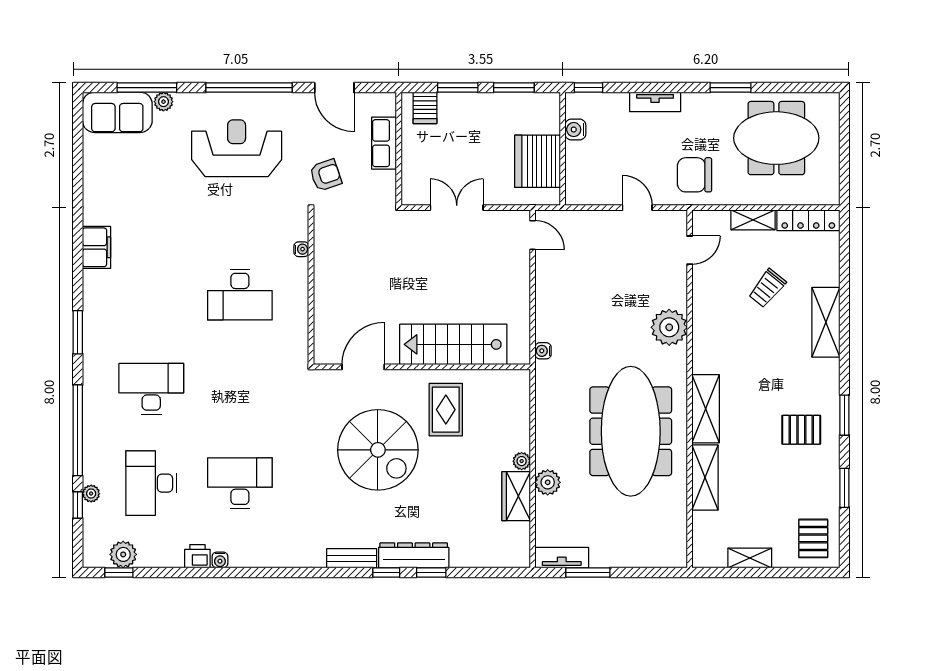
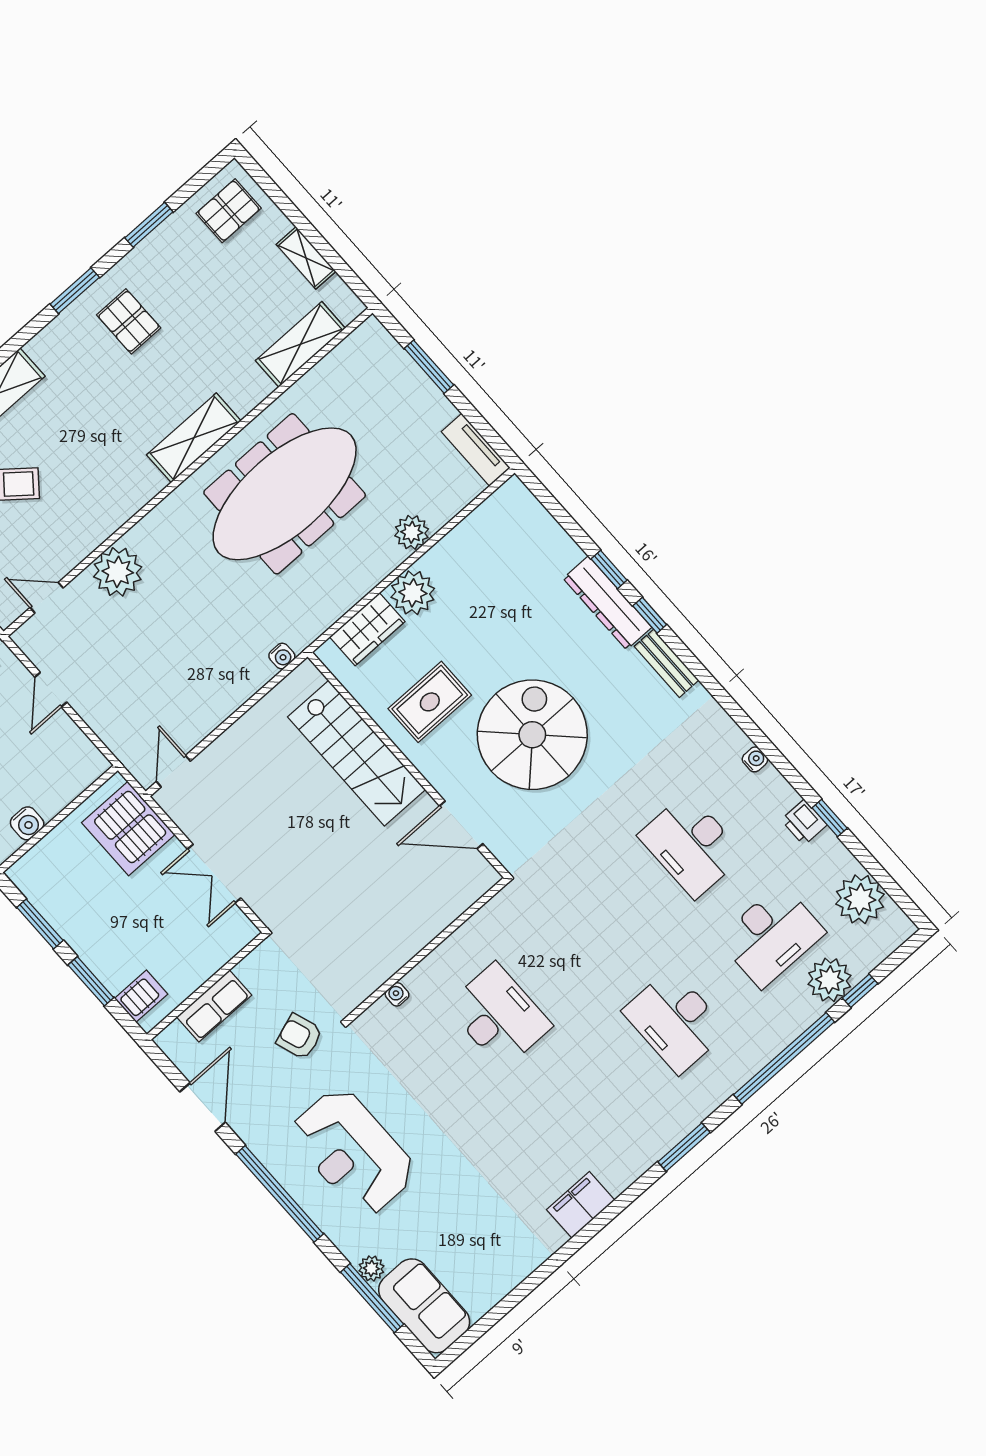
server rack: (538, 161) -> (128, 829), moved, turned 90
plant: (669, 327) -> (118, 572), moved
plant: (522, 461) -> (413, 593), width x1.88, depth x1.88
shelving: (705, 477) -> (300, 344), moved
plant: (91, 494) -> (830, 980), width x1.87, depth x1.87
wardrobe: (516, 496) -> (367, 629), moved
plant: (123, 554) -> (860, 899), width x1.36, depth x1.36
water cooler: (220, 560) -> (755, 759), moved
window: (119, 572) -> (830, 818), moved
window: (588, 572) -> (429, 367), moved

